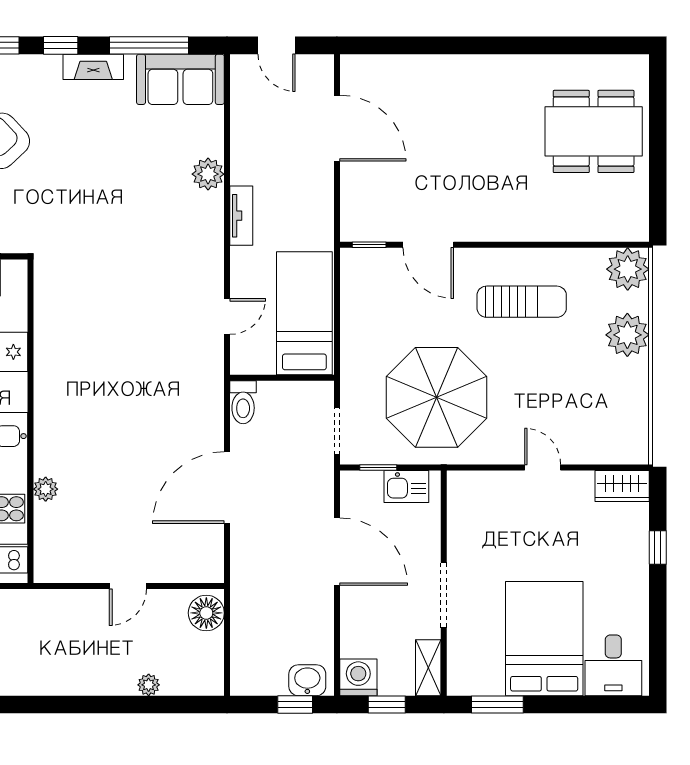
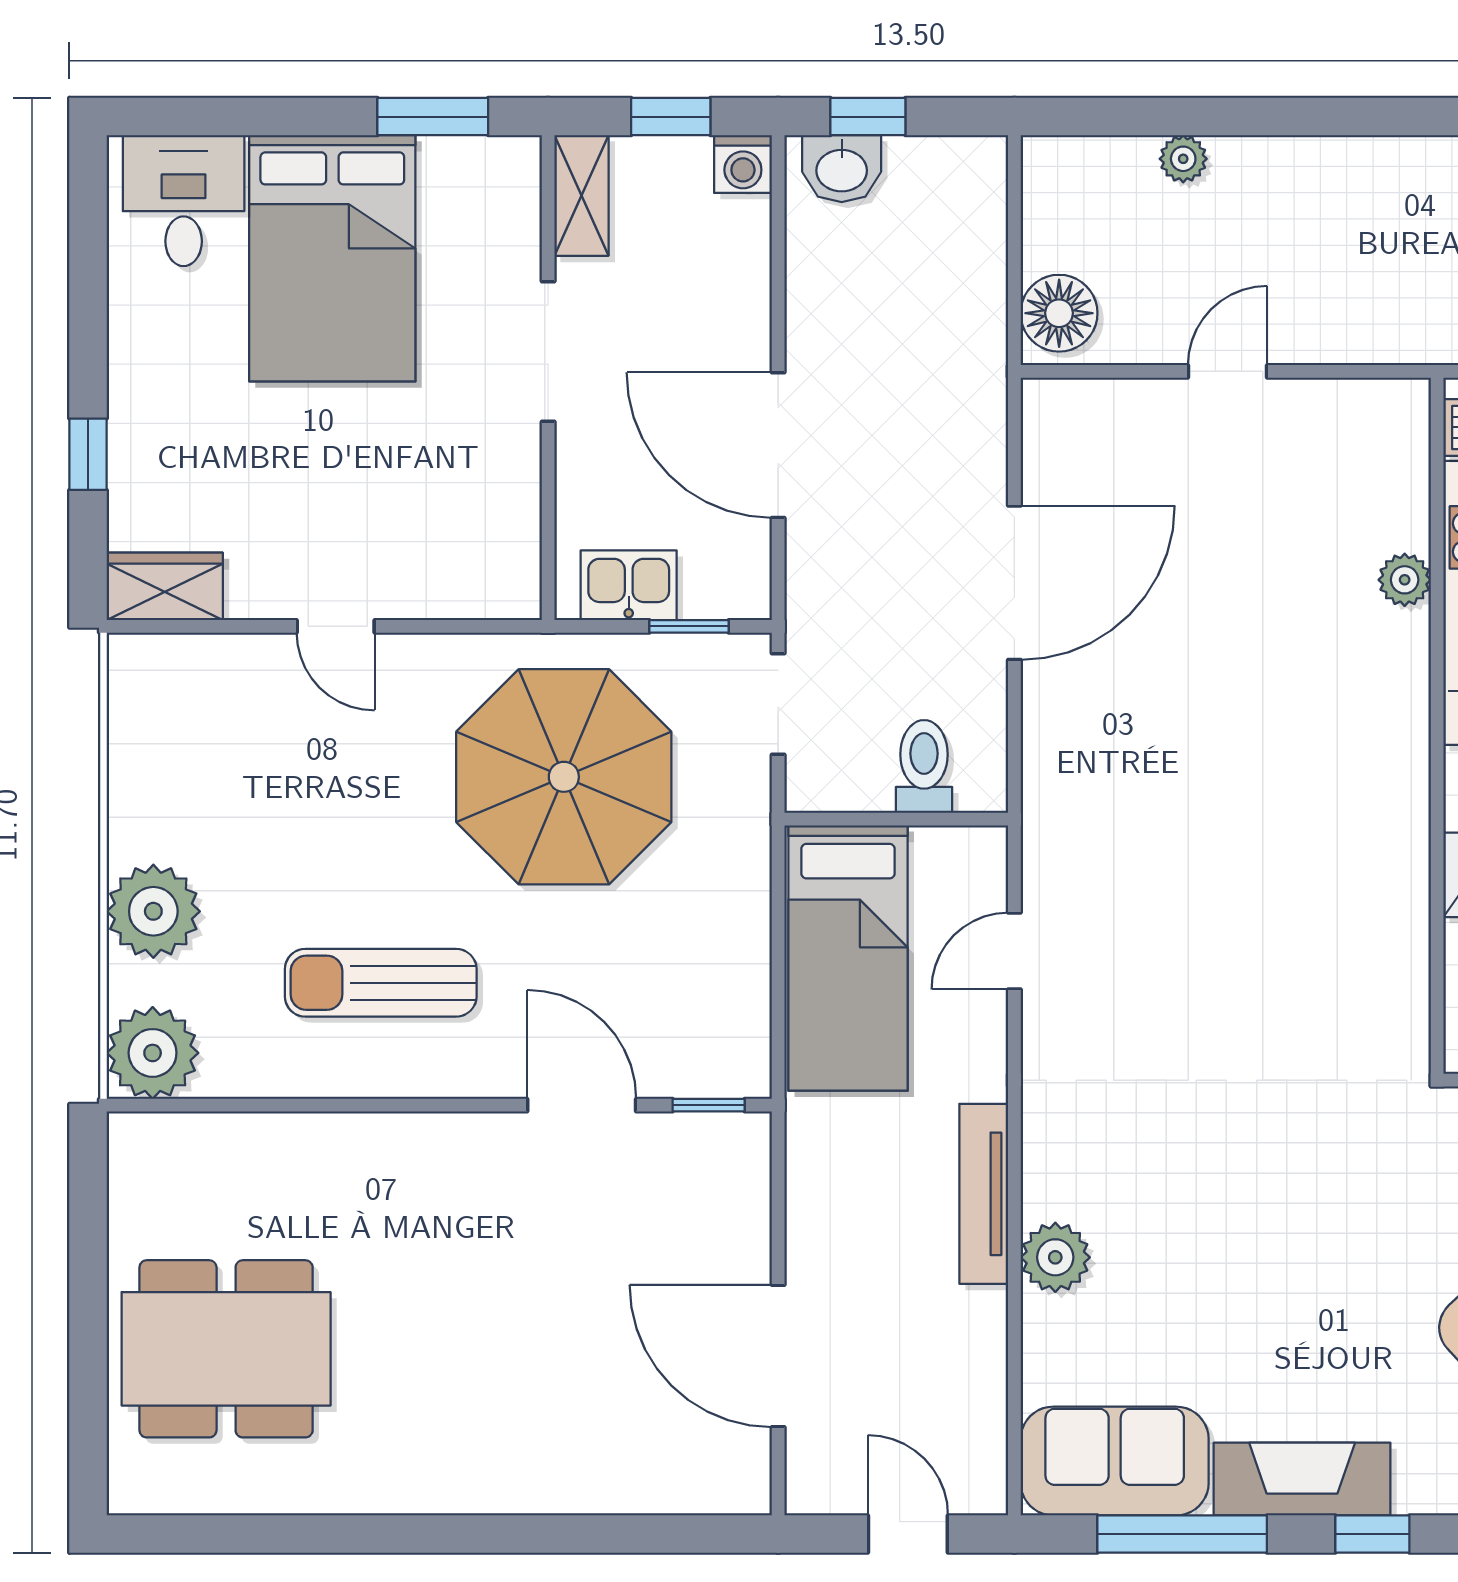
fireplace: (93, 67) -> (1302, 1479), width x1.37, depth x1.32
tv unit: (241, 216) -> (984, 1194), width x1.41
toilet: (243, 402) -> (924, 766), moved
washing machine: (358, 677) -> (743, 164), width x0.73, depth x0.73

